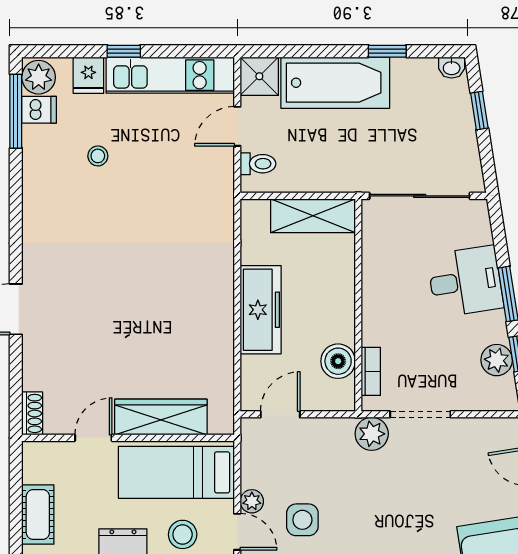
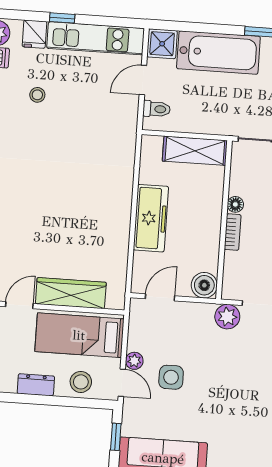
floor lamp: (372, 283) -> (235, 204), added
boiler: (338, 361) -> (204, 285), moved
bookcase: (371, 371) -> (233, 232), moved

